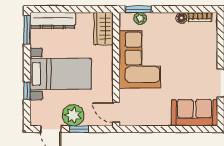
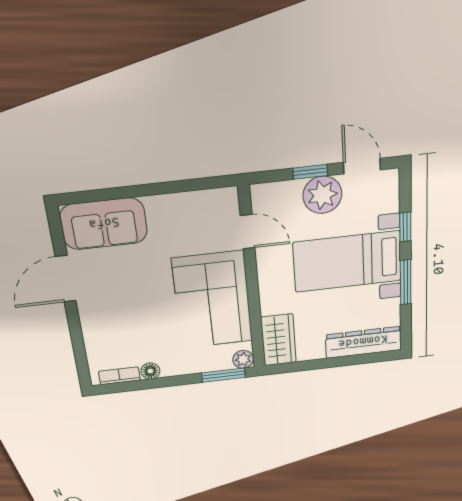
plant: (140, 18) -> (243, 359), moved
window: (27, 30) -> (406, 282), moved
door: (116, 112) -> (248, 232), moved

